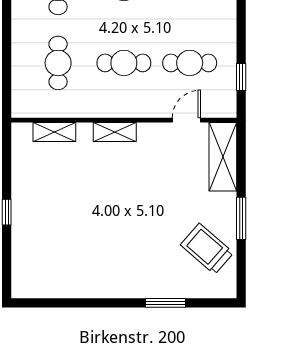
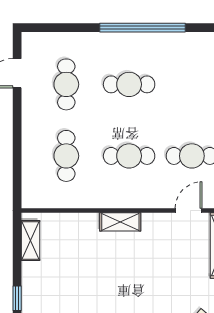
shelving: (54, 132) -> (31, 240), moved, turned 90

